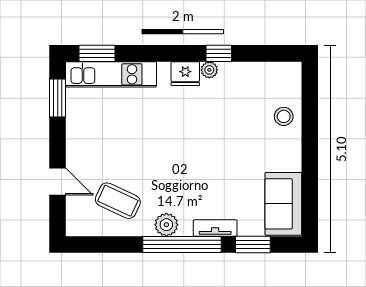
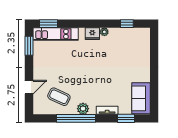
window: (219, 53) -> (127, 24), moved
stool: (284, 116) -> (141, 55), removed
door: (58, 182) -> (29, 87), hinge flipped
window: (182, 245) -> (76, 118), moved

